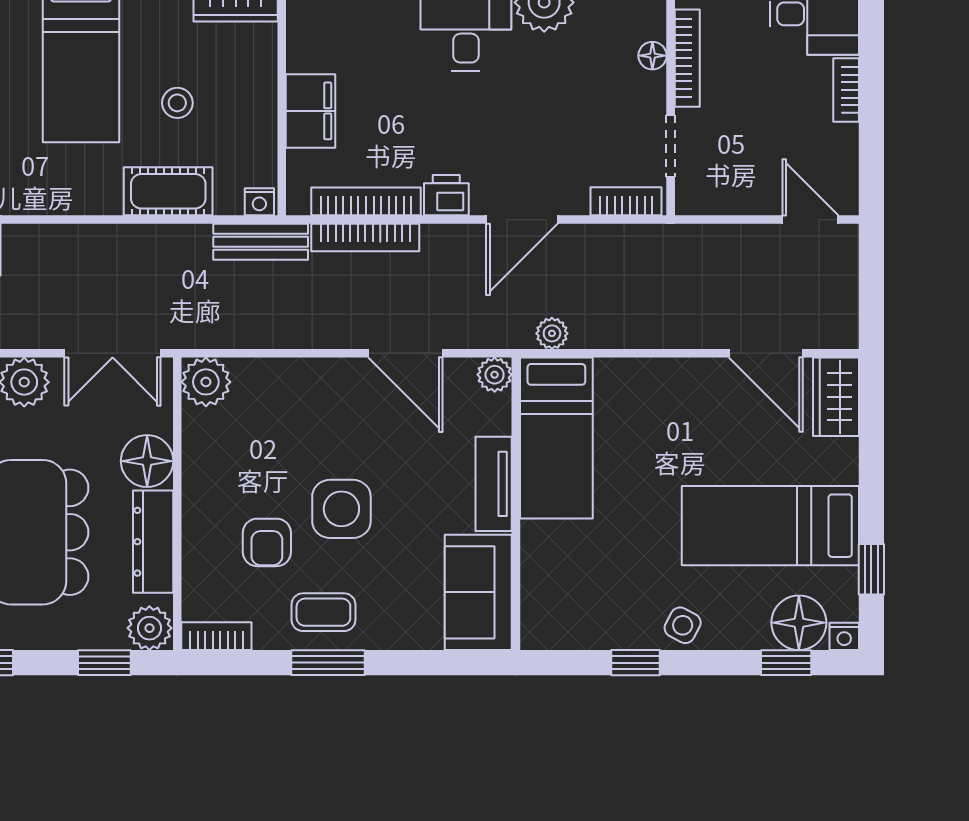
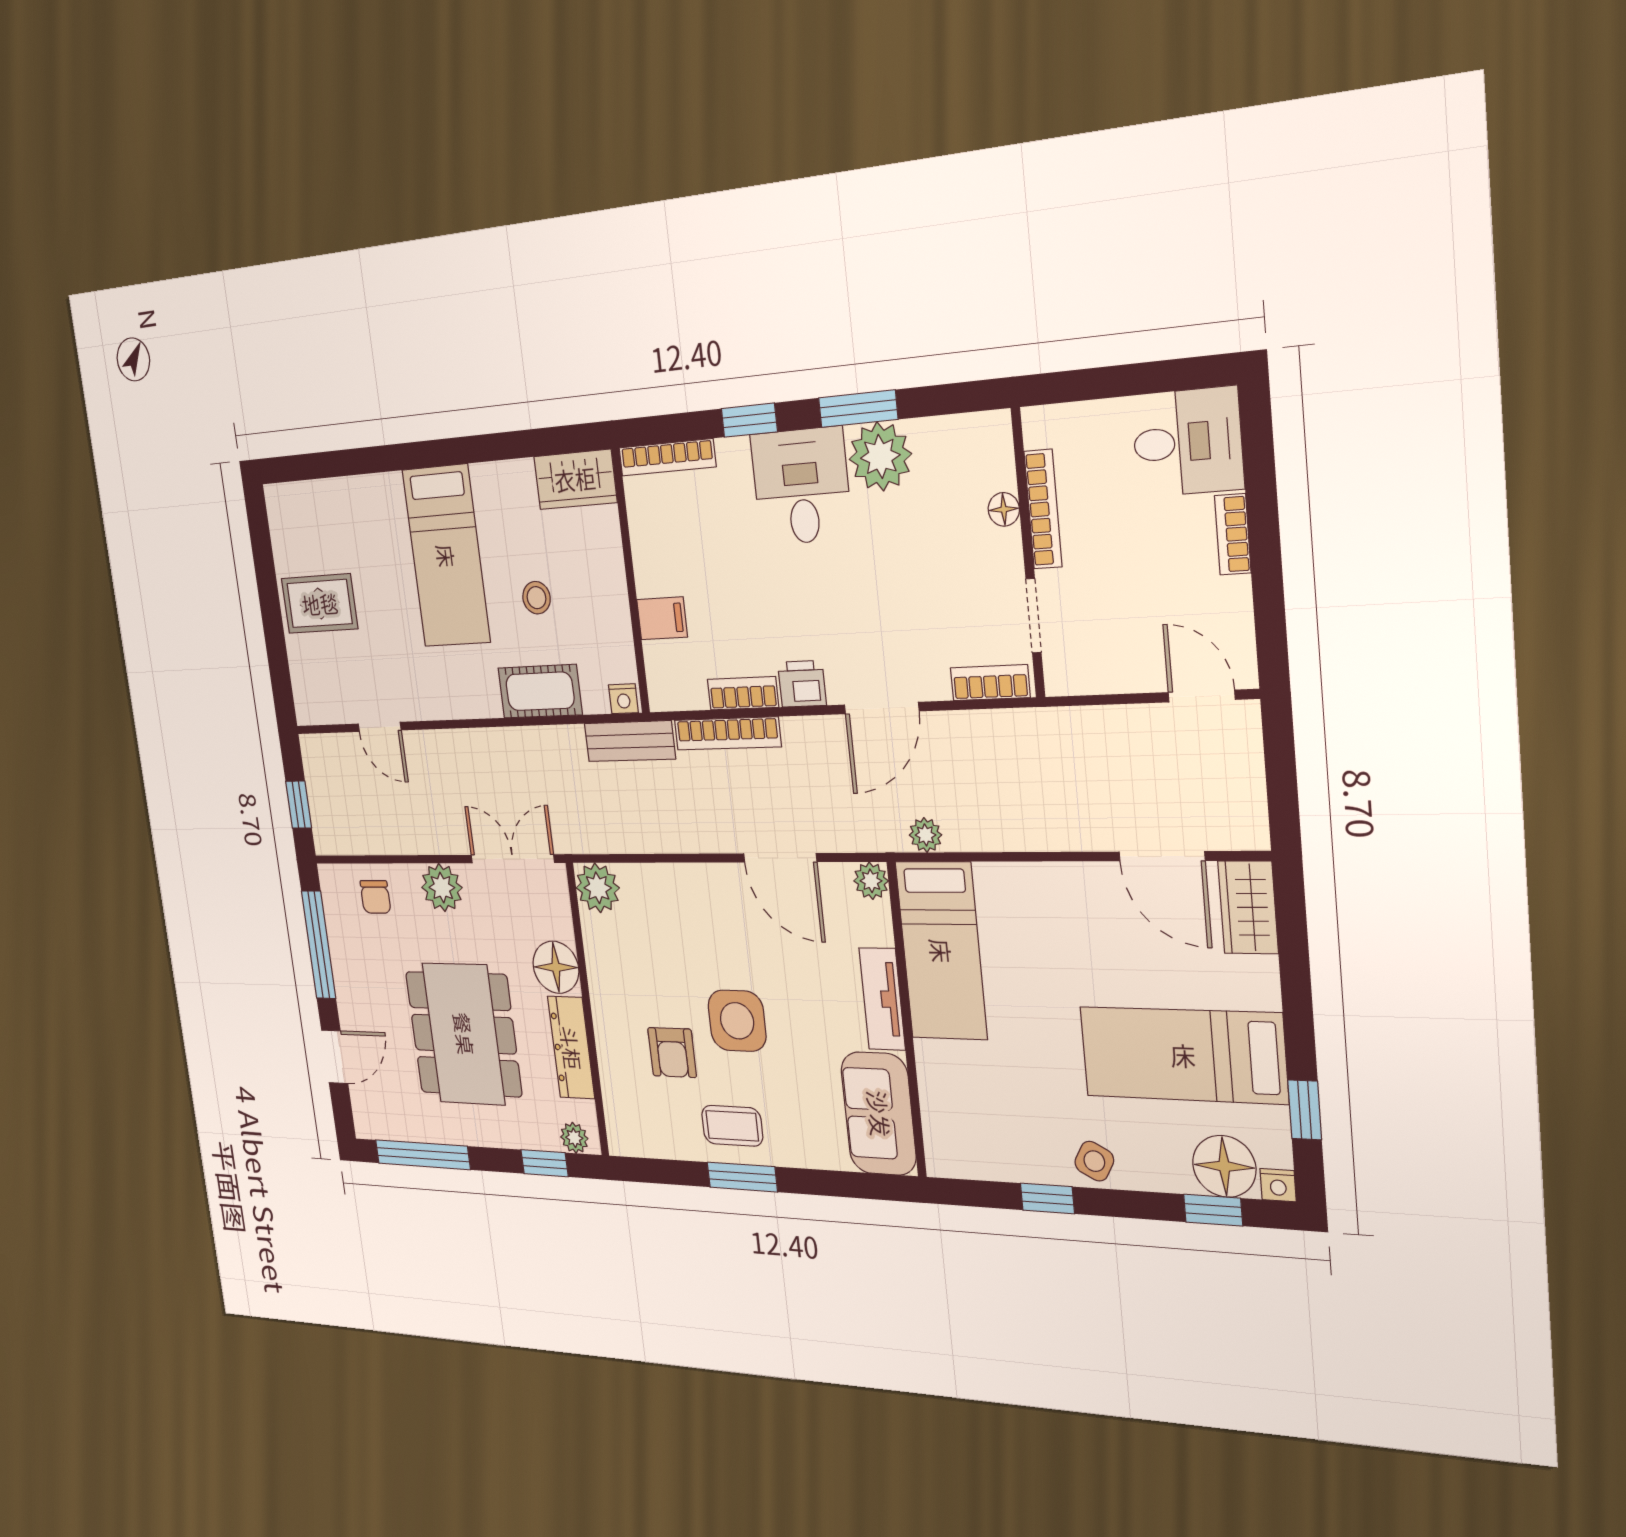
filing cabinet: (311, 111) -> (662, 618), width x0.50
bookcase: (366, 201) -> (743, 693), width x0.64
double door: (113, 353) -> (512, 859), swing flipped
plant: (149, 628) -> (574, 1138), width x0.73, depth x0.73
bookcase: (216, 636) -> (638, 1144), removed

